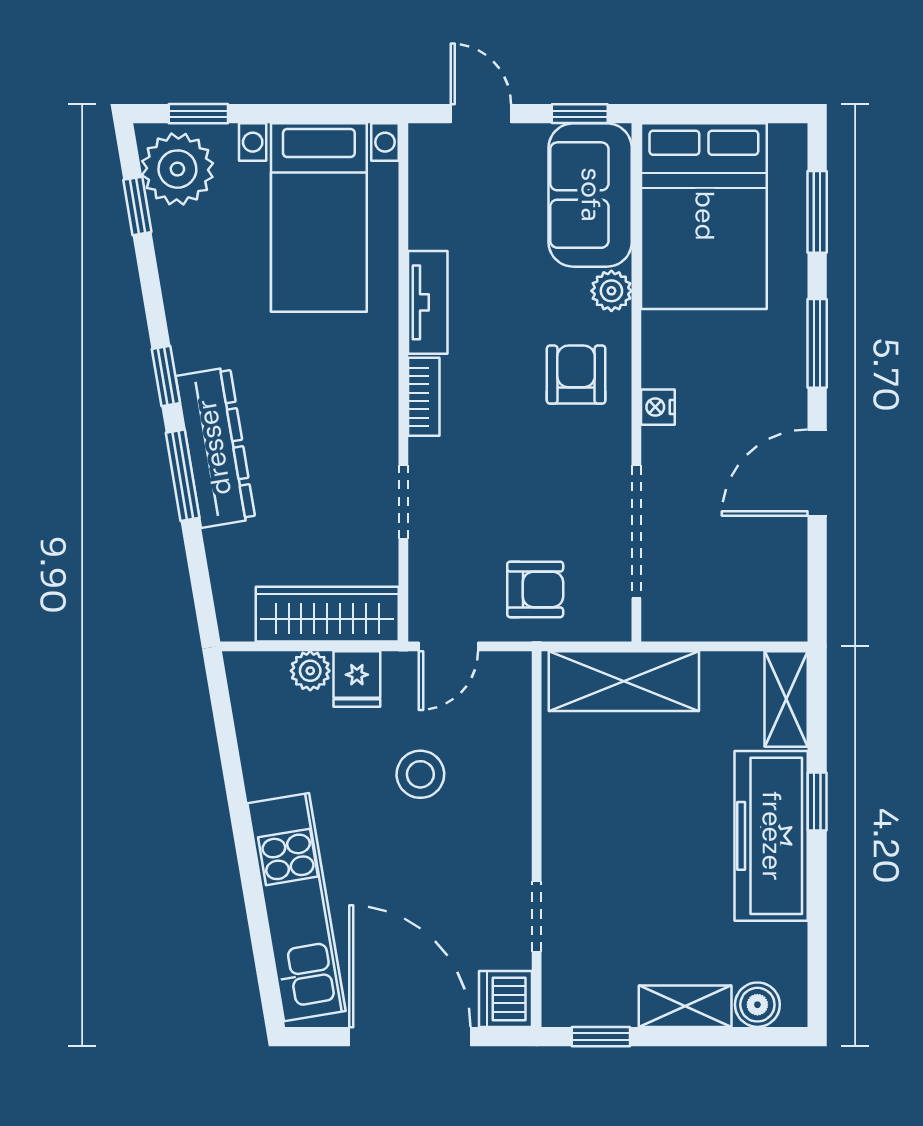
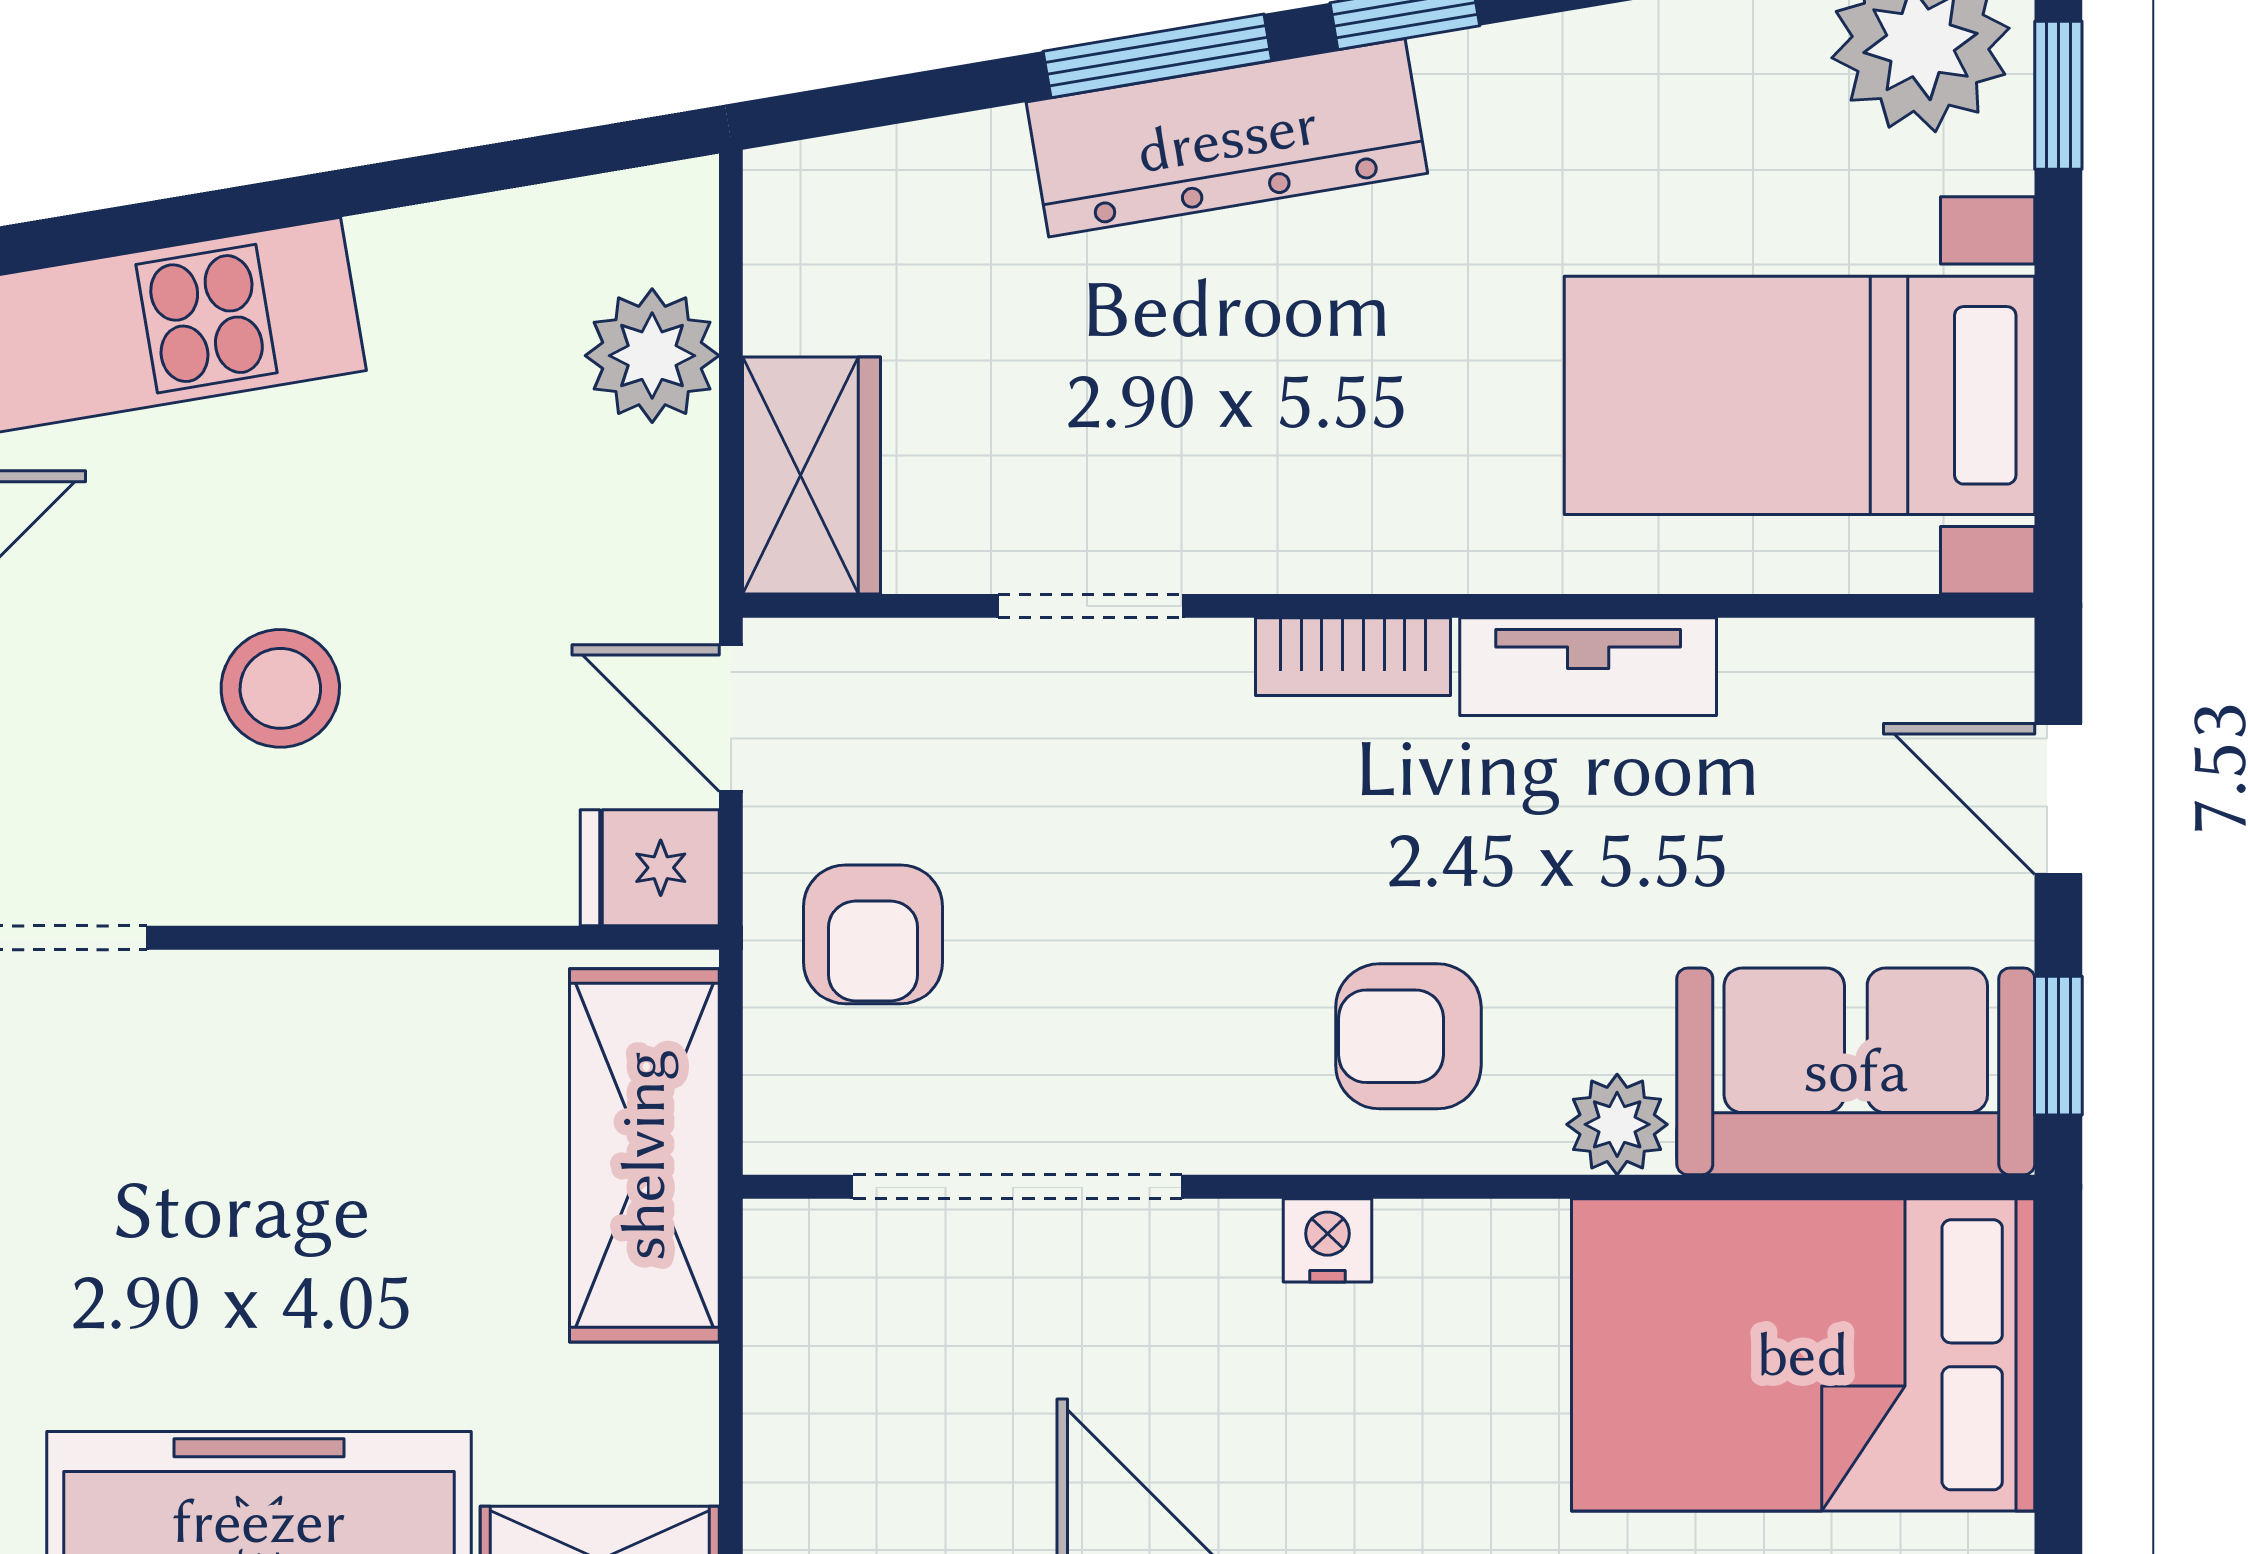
door: (481, 114) -> (2058, 799), swing flipped
armchair: (576, 375) -> (1408, 1036), turned 180
wardrobe: (327, 614) -> (811, 475), width x0.67
plant: (310, 671) -> (652, 356), width x1.38, depth x1.38
fridge: (357, 679) -> (650, 868), moved
stool: (420, 774) -> (280, 688), moved

